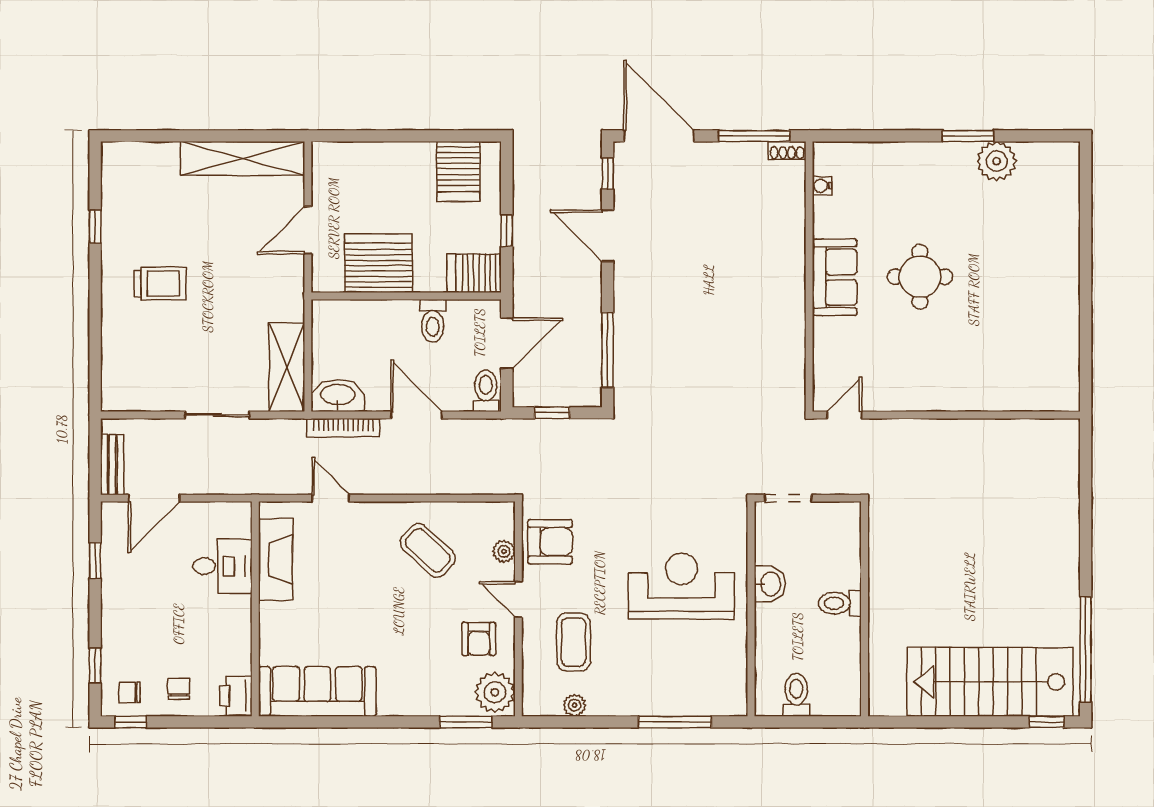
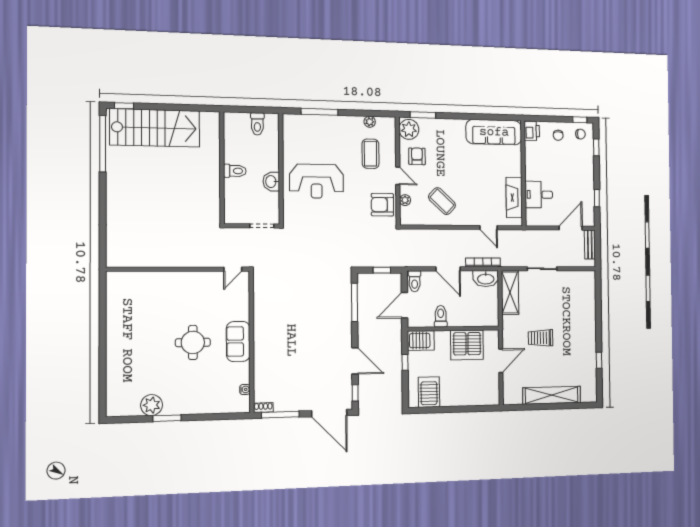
shelving: (243, 158) -> (552, 395), moved
trolley: (160, 283) -> (540, 338), moved

